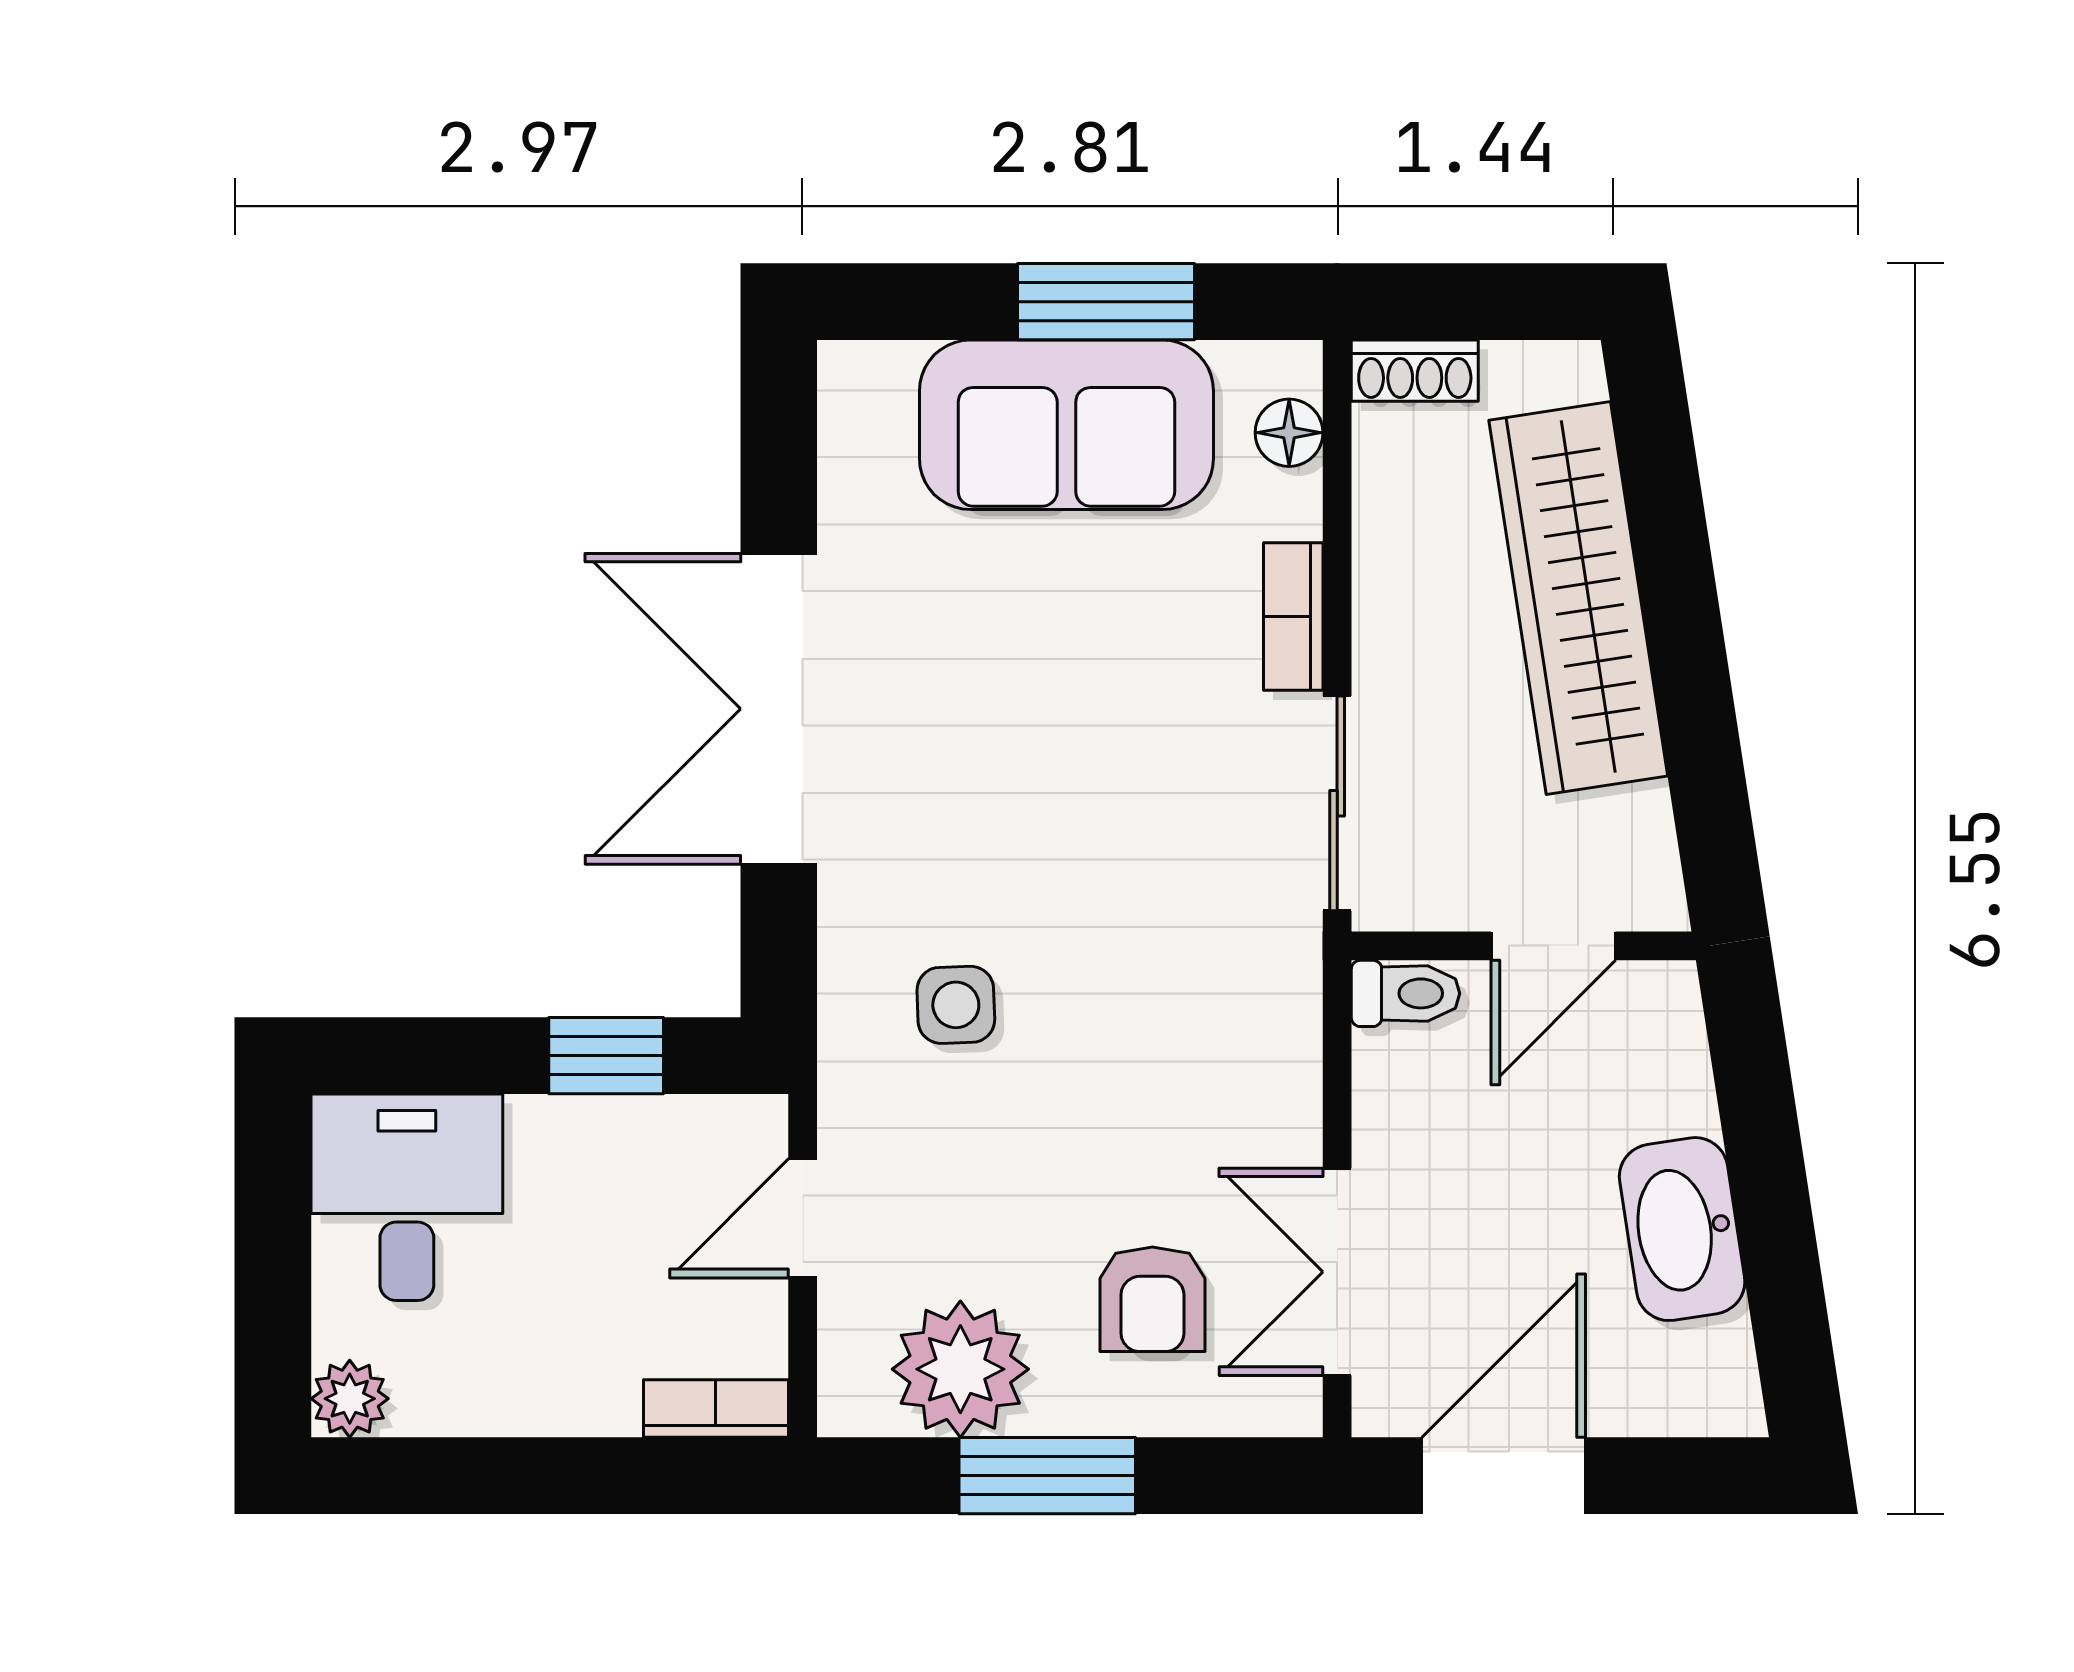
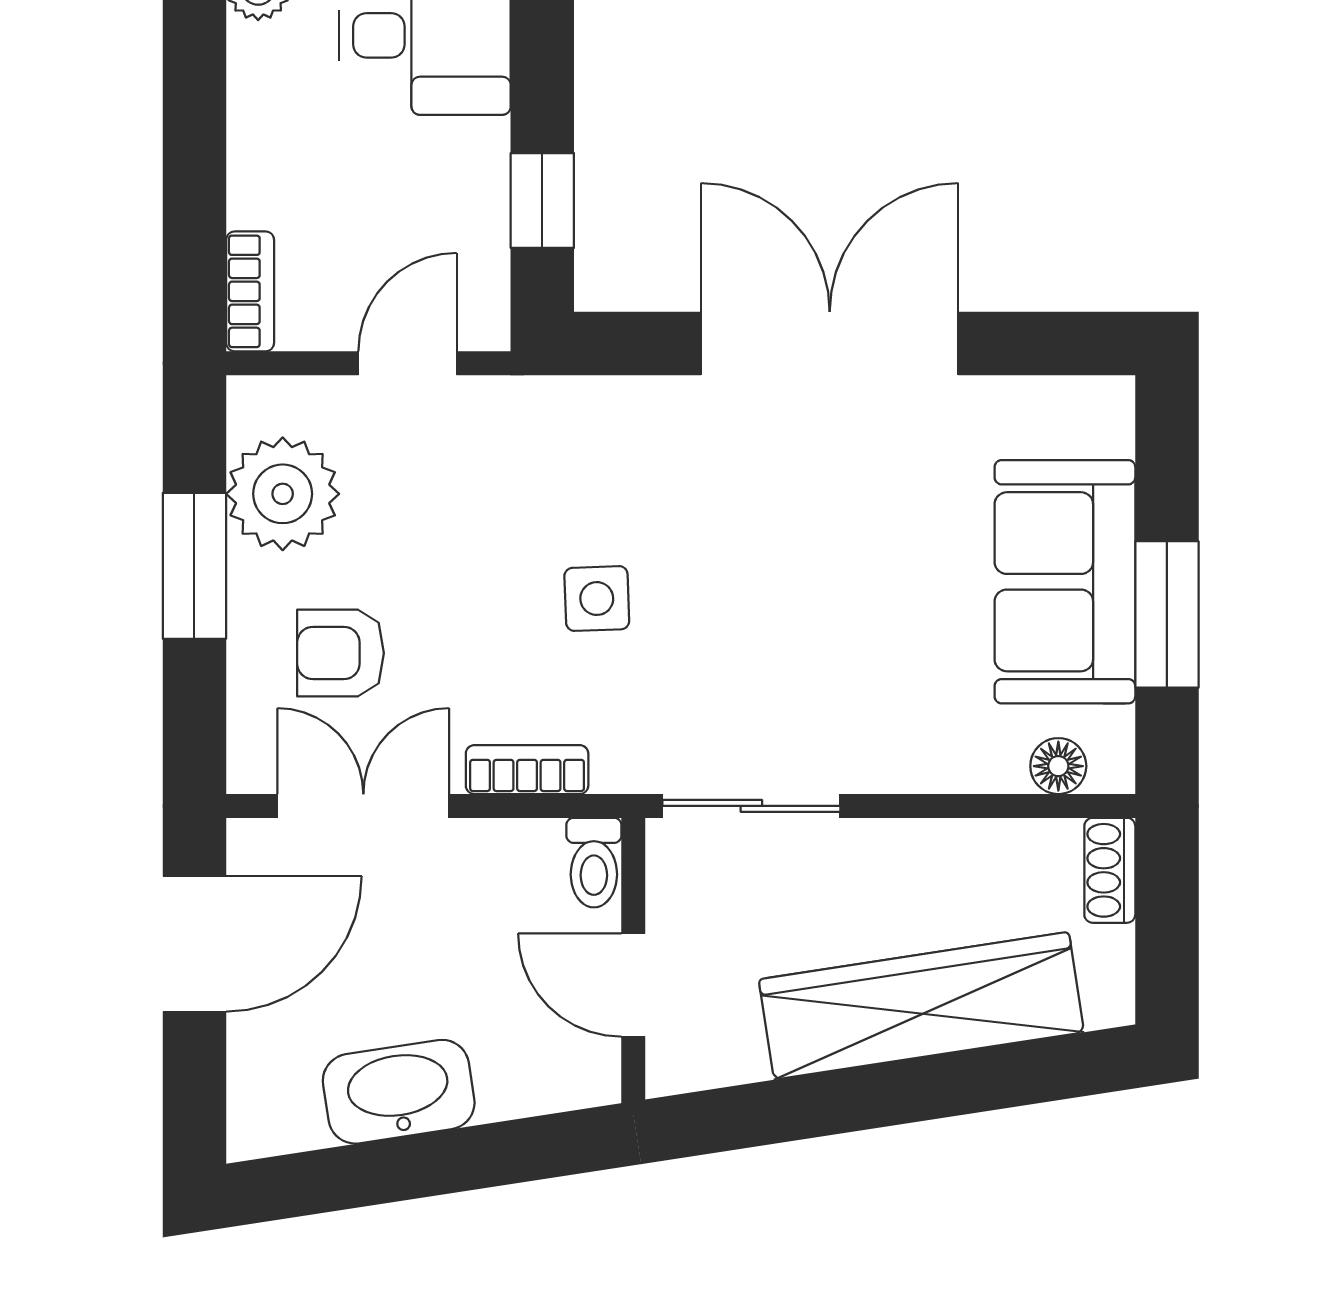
bookcase: (1293, 616) -> (527, 770), moved
side table: (956, 1005) -> (597, 599), moved
door: (803, 1218) -> (408, 363), hinge flipped
door: (1504, 1476) -> (194, 944), hinge flipped

